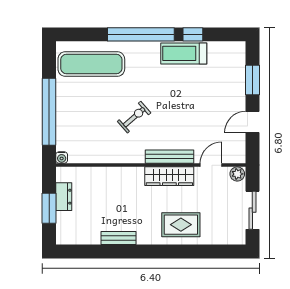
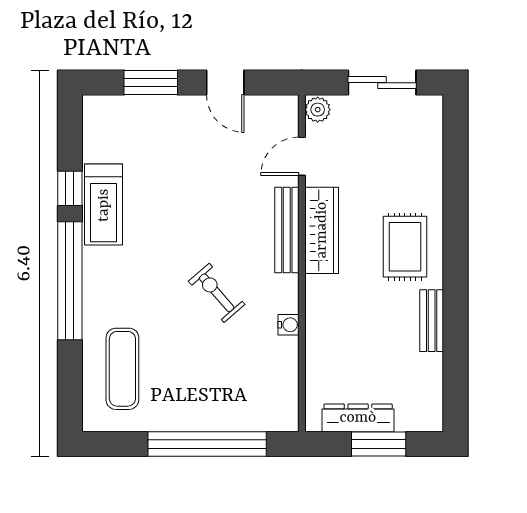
exercise mat: (91, 64) -> (122, 369), width x0.73, depth x0.69
water cooler: (62, 158) -> (289, 325), moved
door: (211, 165) -> (302, 156), hinge flipped
dresser: (64, 197) -> (358, 418), width x1.44
rug: (181, 225) -> (405, 247), moved

